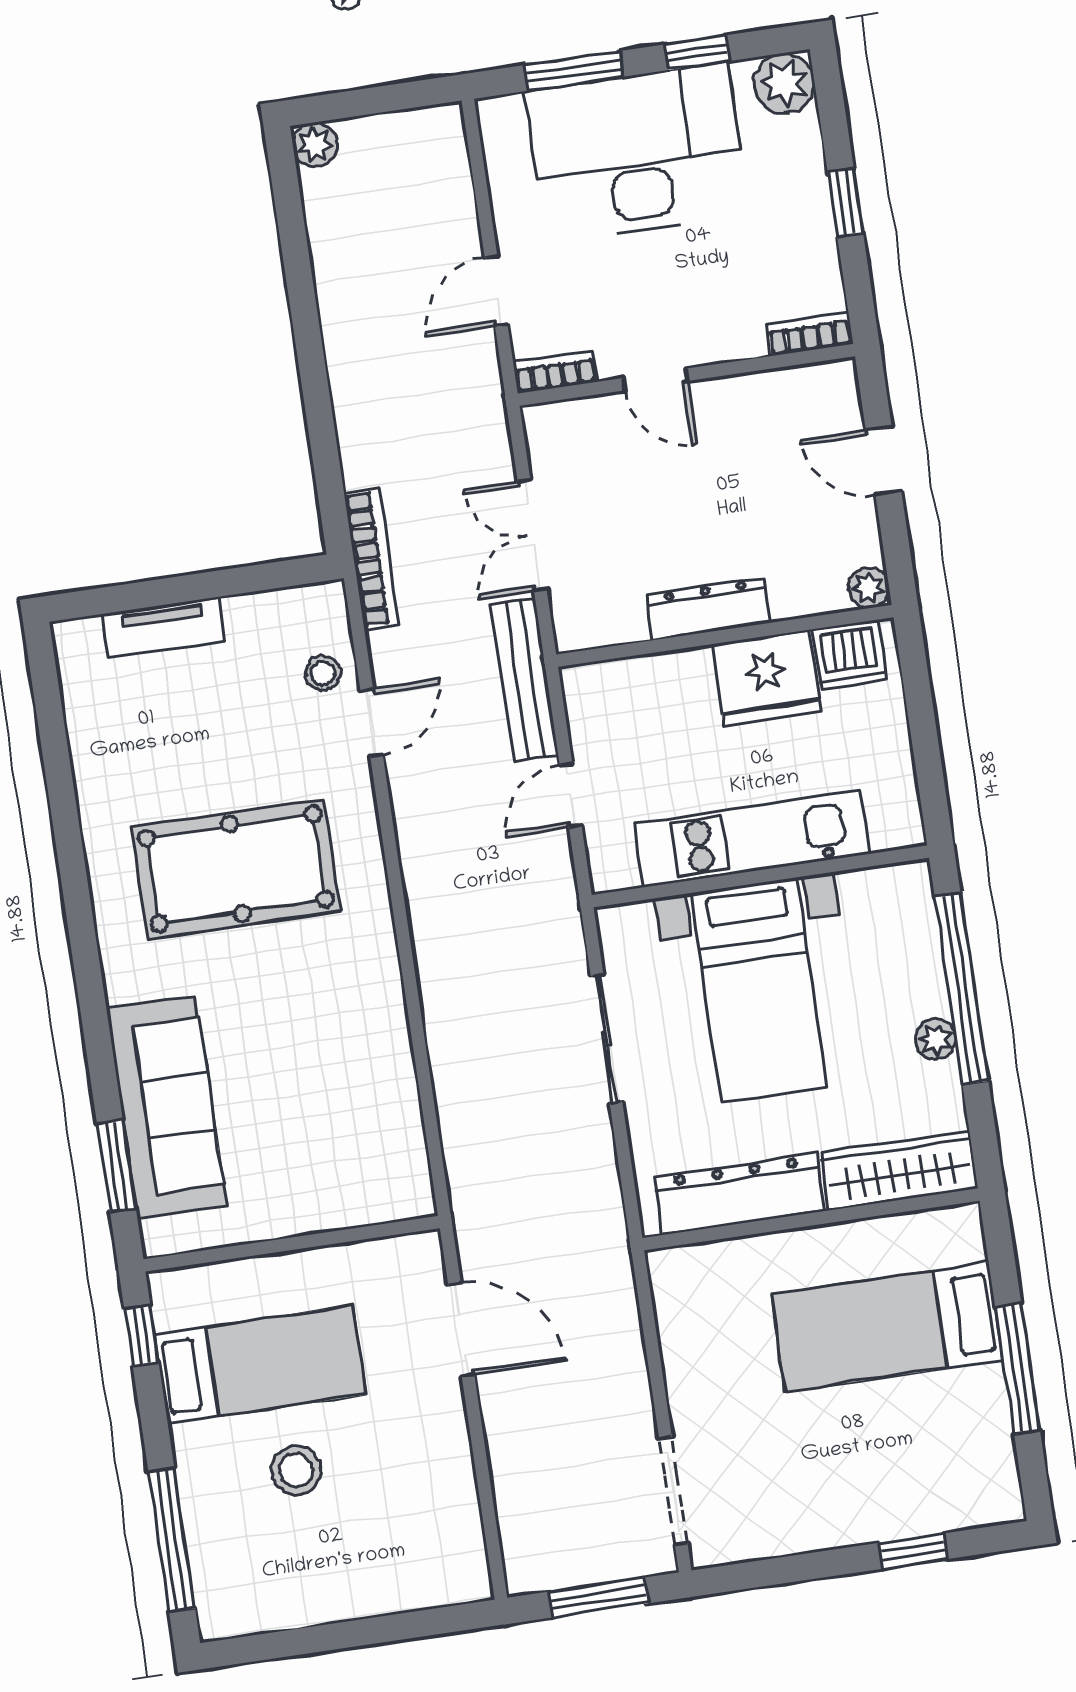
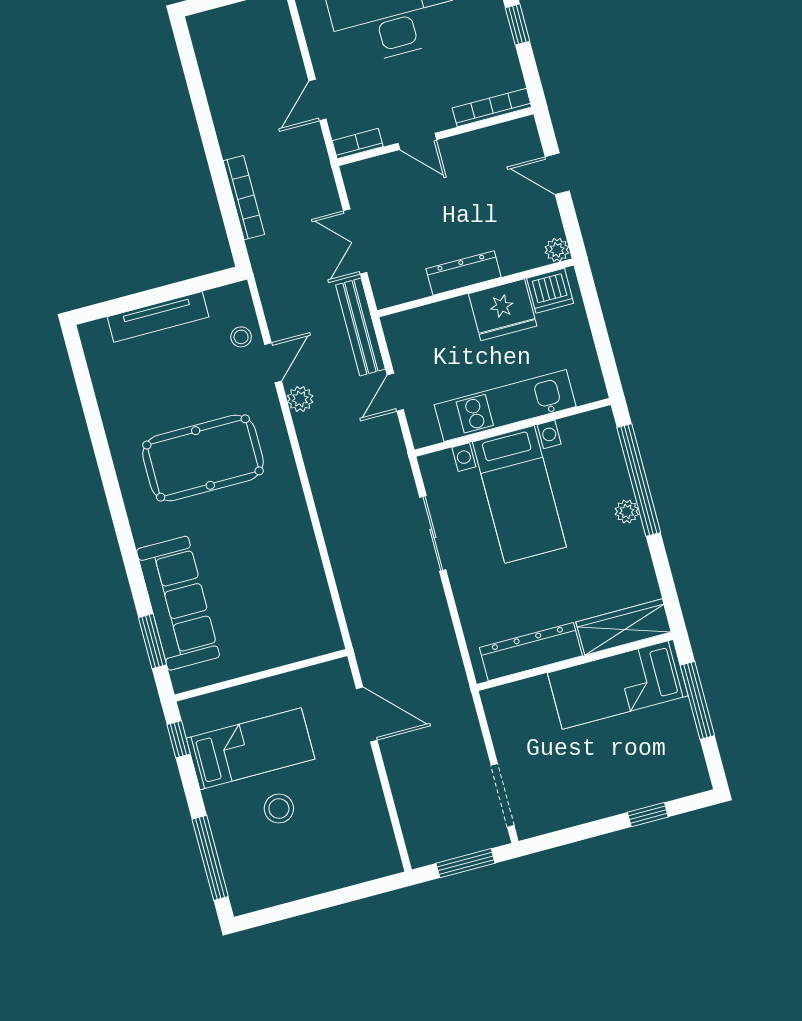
plant: (315, 145) -> (300, 399), moved
bookcase: (810, 334) -> (492, 108), width x1.56
bookcase: (372, 559) -> (244, 198), moved
tv unit: (164, 627) -> (158, 317), width x1.41
wardrobe: (899, 1171) -> (624, 627), moved
dresser: (739, 1194) -> (531, 652), moved
wall: (811, 1219) -> (575, 662), moved

